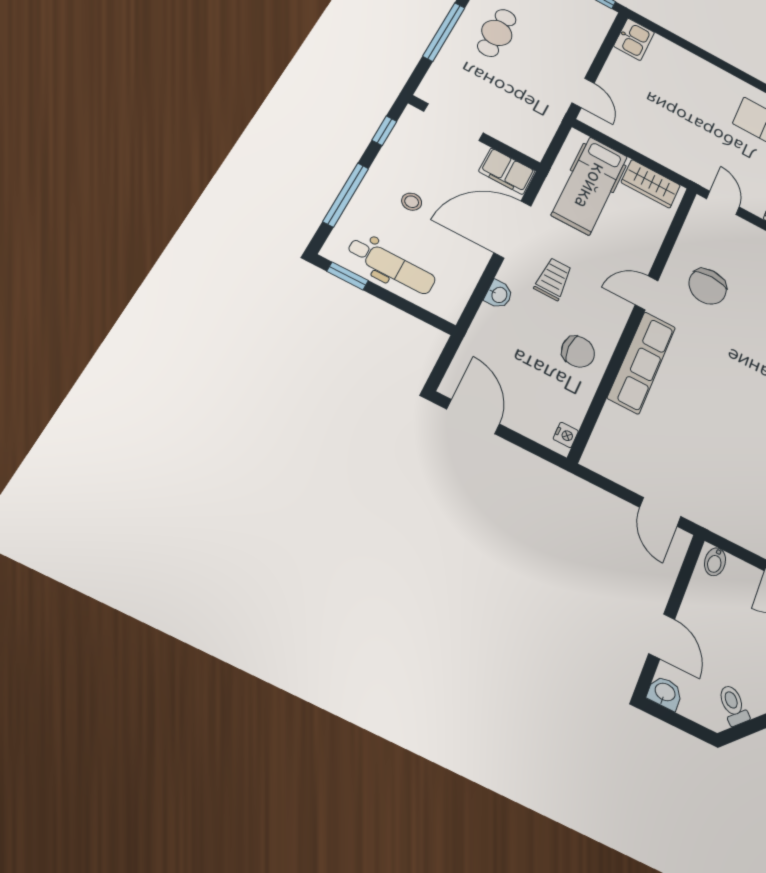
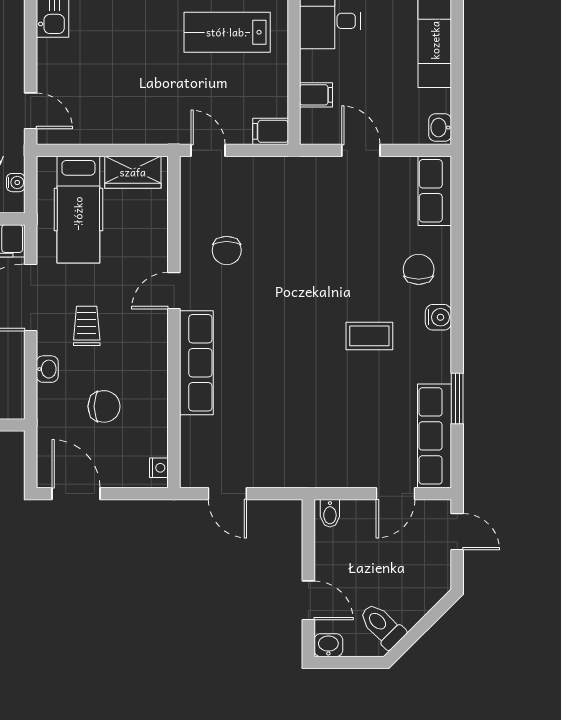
water cooler: (544, 136) -> (16, 183), added
chair: (708, 286) -> (227, 250), width x0.73, depth x0.73
chair: (578, 352) -> (104, 406), moved
door: (660, 512) -> (227, 494), moved
toilet: (733, 705) -> (382, 626), width x1.37, depth x1.39

